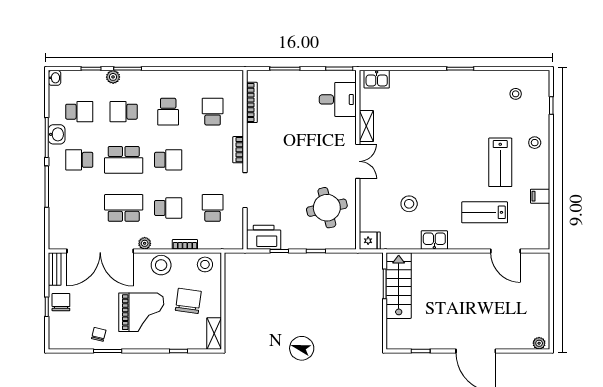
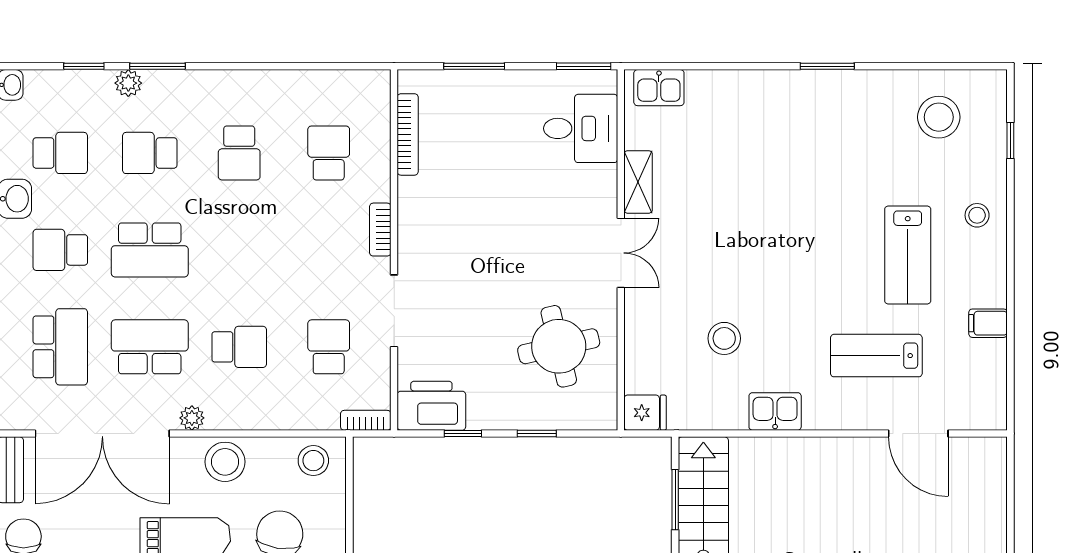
stool: (516, 94) -> (939, 117), width x1.89, depth x1.89
school desk: (168, 160) -> (60, 347), moved, width x1.85
bookcase: (185, 244) -> (366, 420), moved

